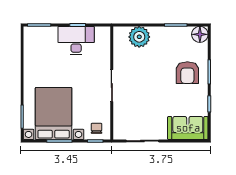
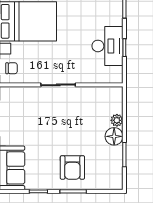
floor lamp: (200, 34) -> (114, 136), moved
plant: (139, 37) -> (117, 120), width x0.53, depth x0.53
armchair: (187, 73) -> (72, 167), turned -90

